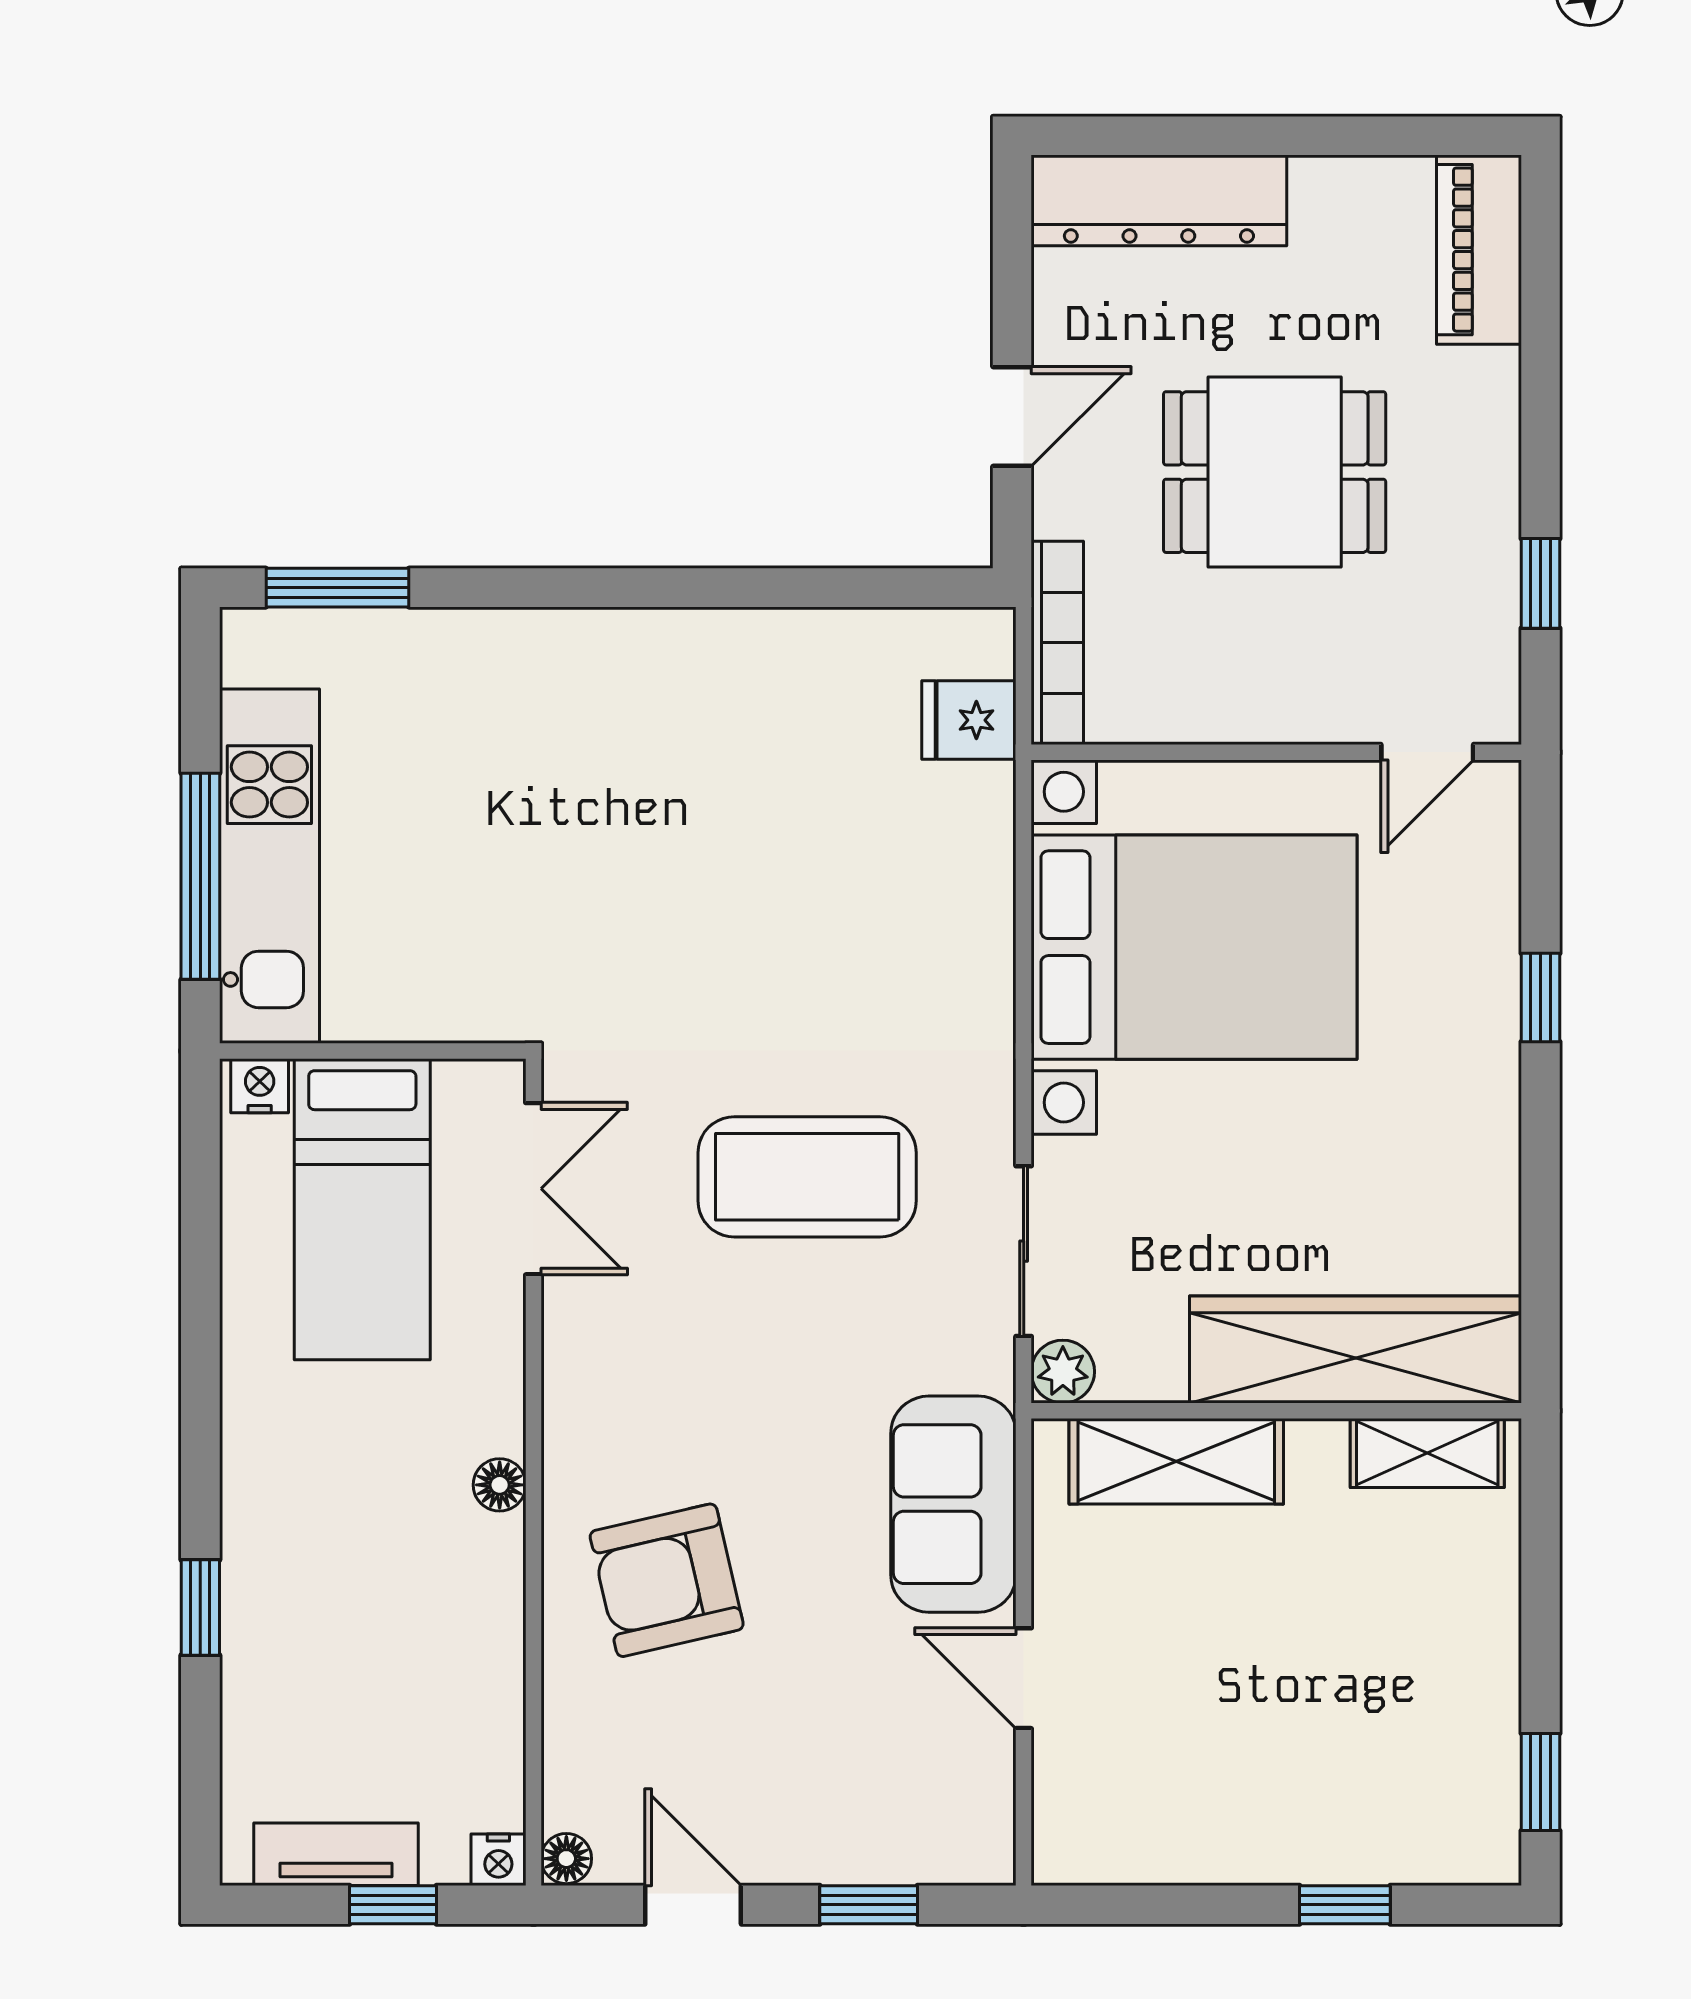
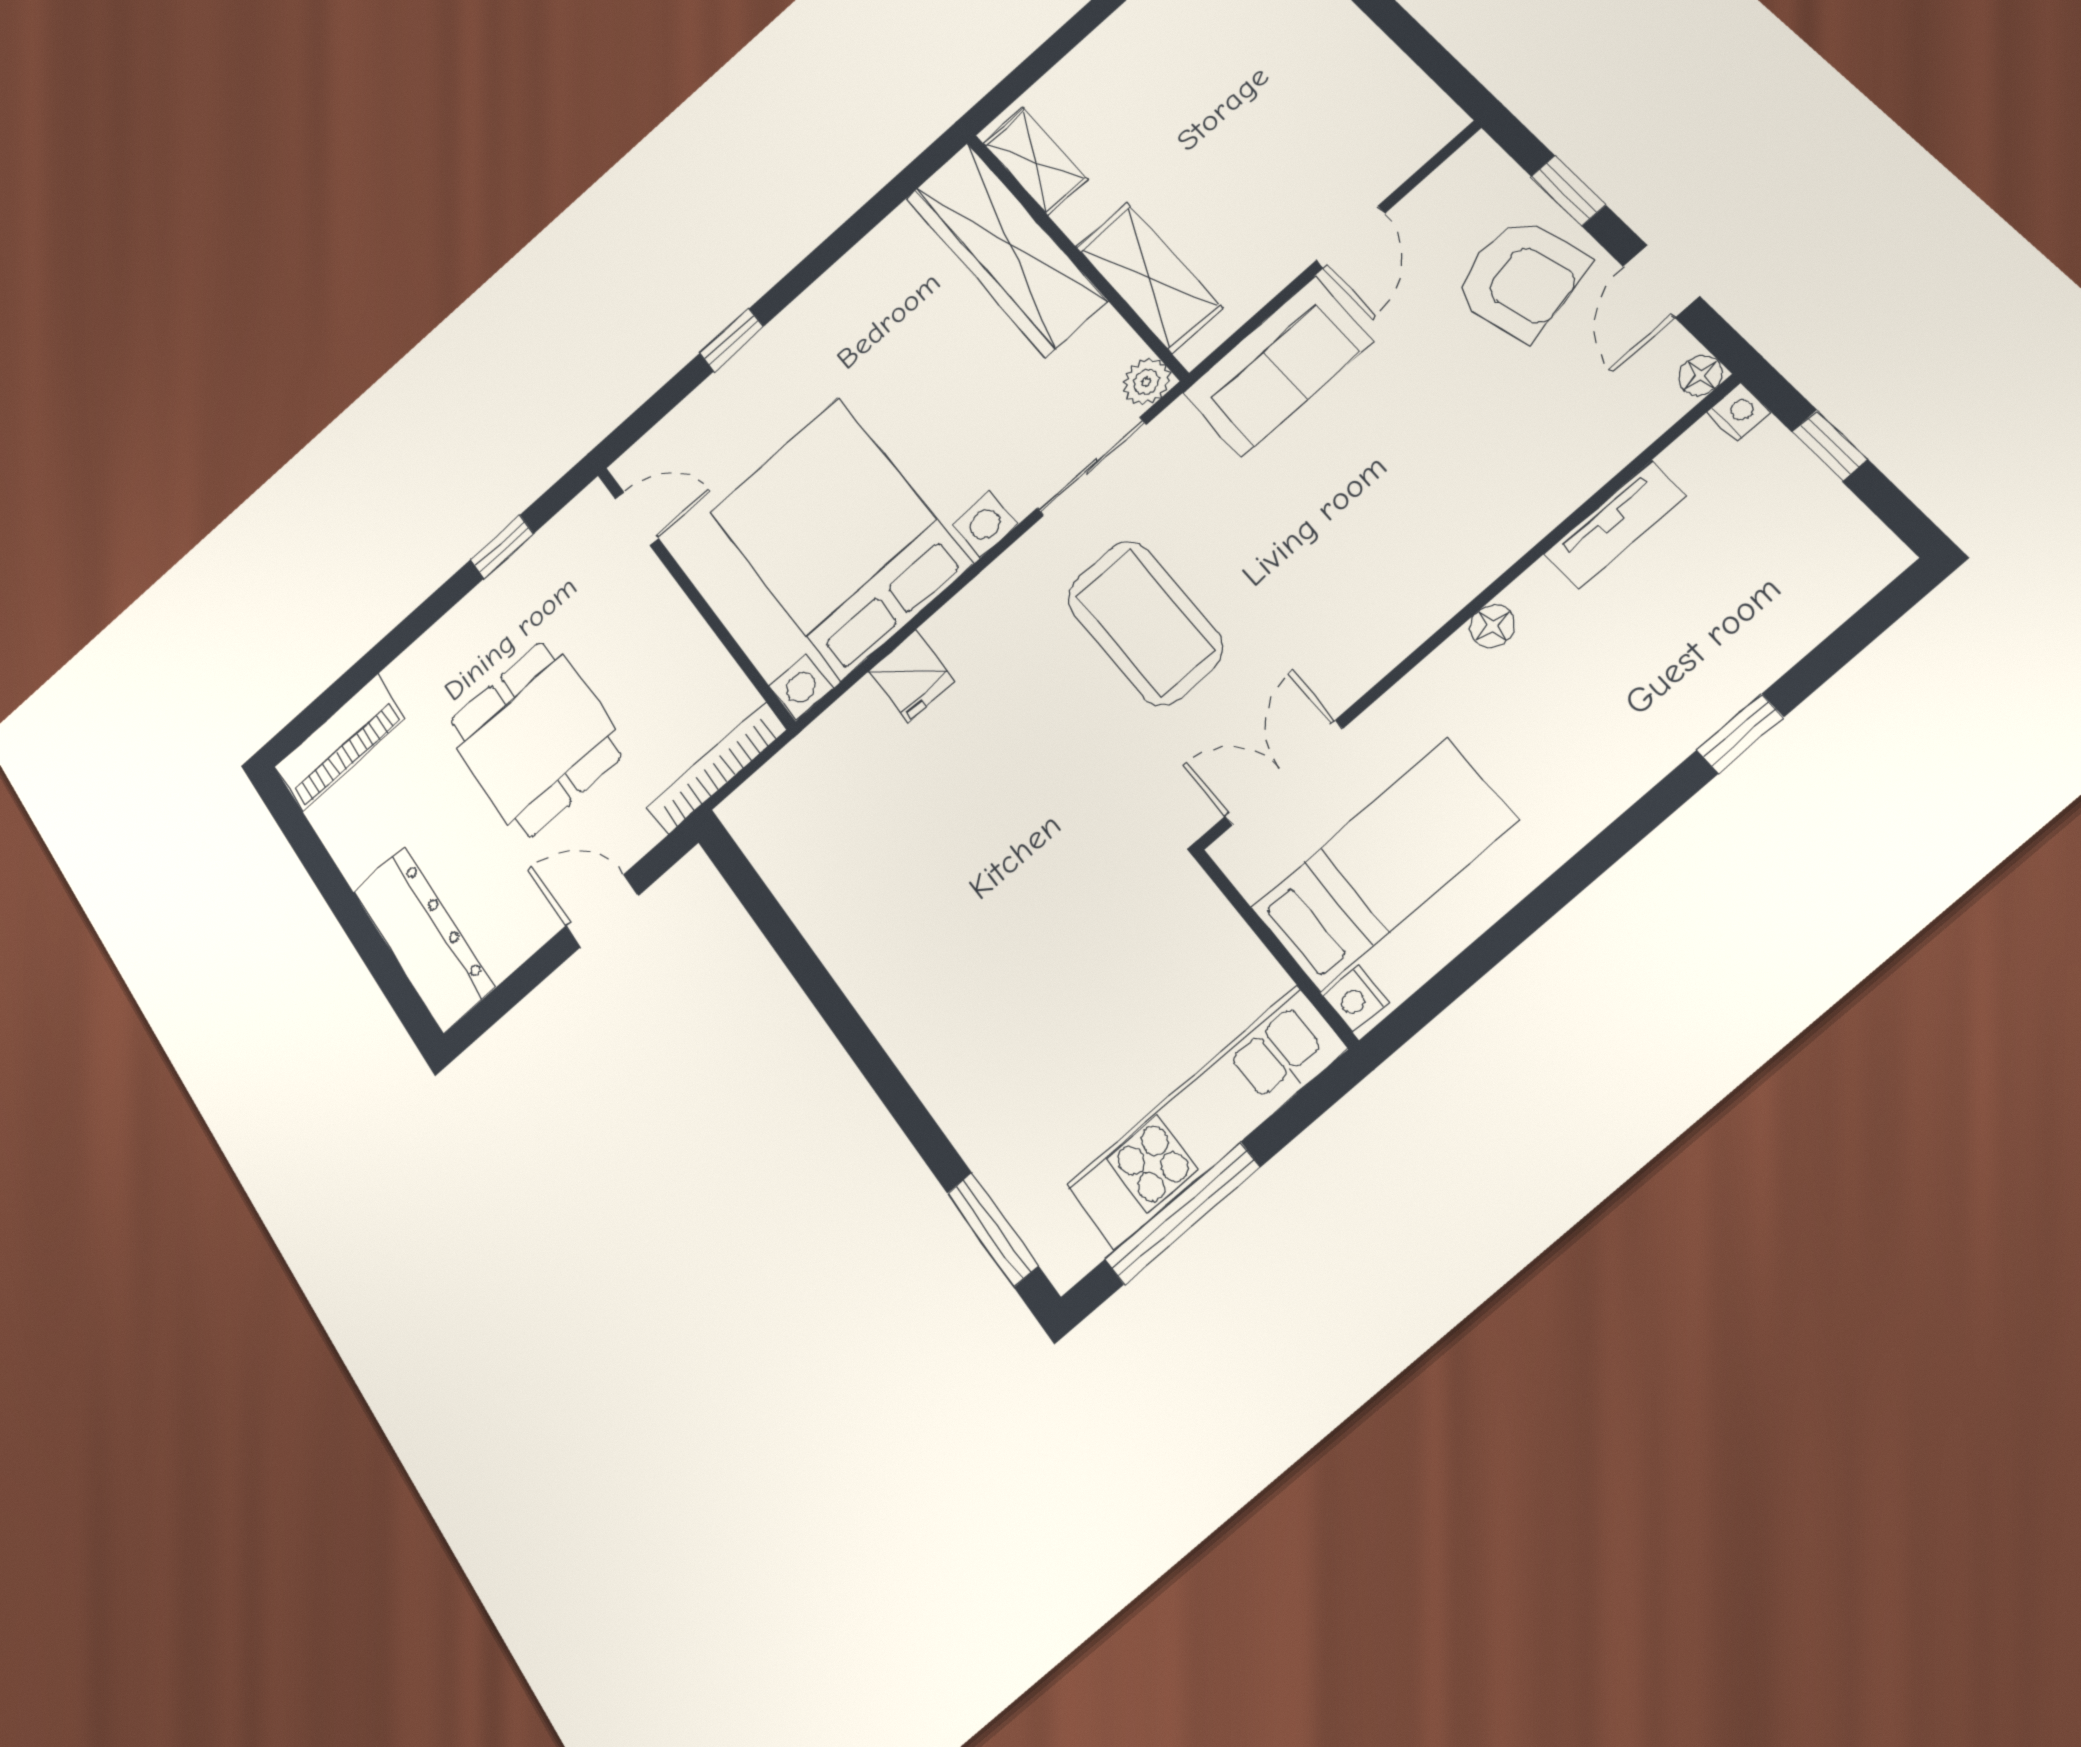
fridge: (969, 720) -> (911, 676), moved
window: (200, 876) -> (1182, 1213), moved
armchair: (667, 1580) -> (1521, 278), moved
tv unit: (336, 1854) -> (1615, 525), moved, turned -90

